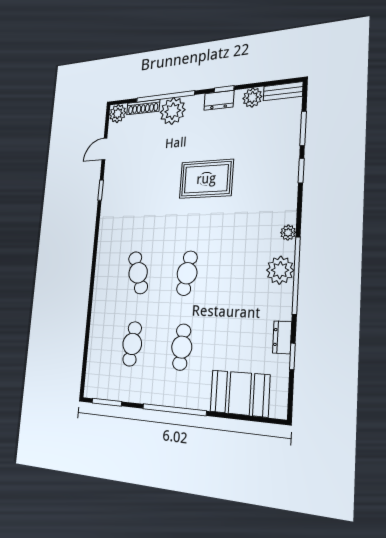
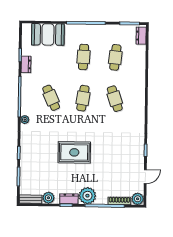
plant: (173, 111) -> (87, 196), moved
plant: (280, 270) -> (28, 99), removed
cafe table: (240, 274) -> (51, 98), added
dresser: (92, 379) -> (141, 36), added

